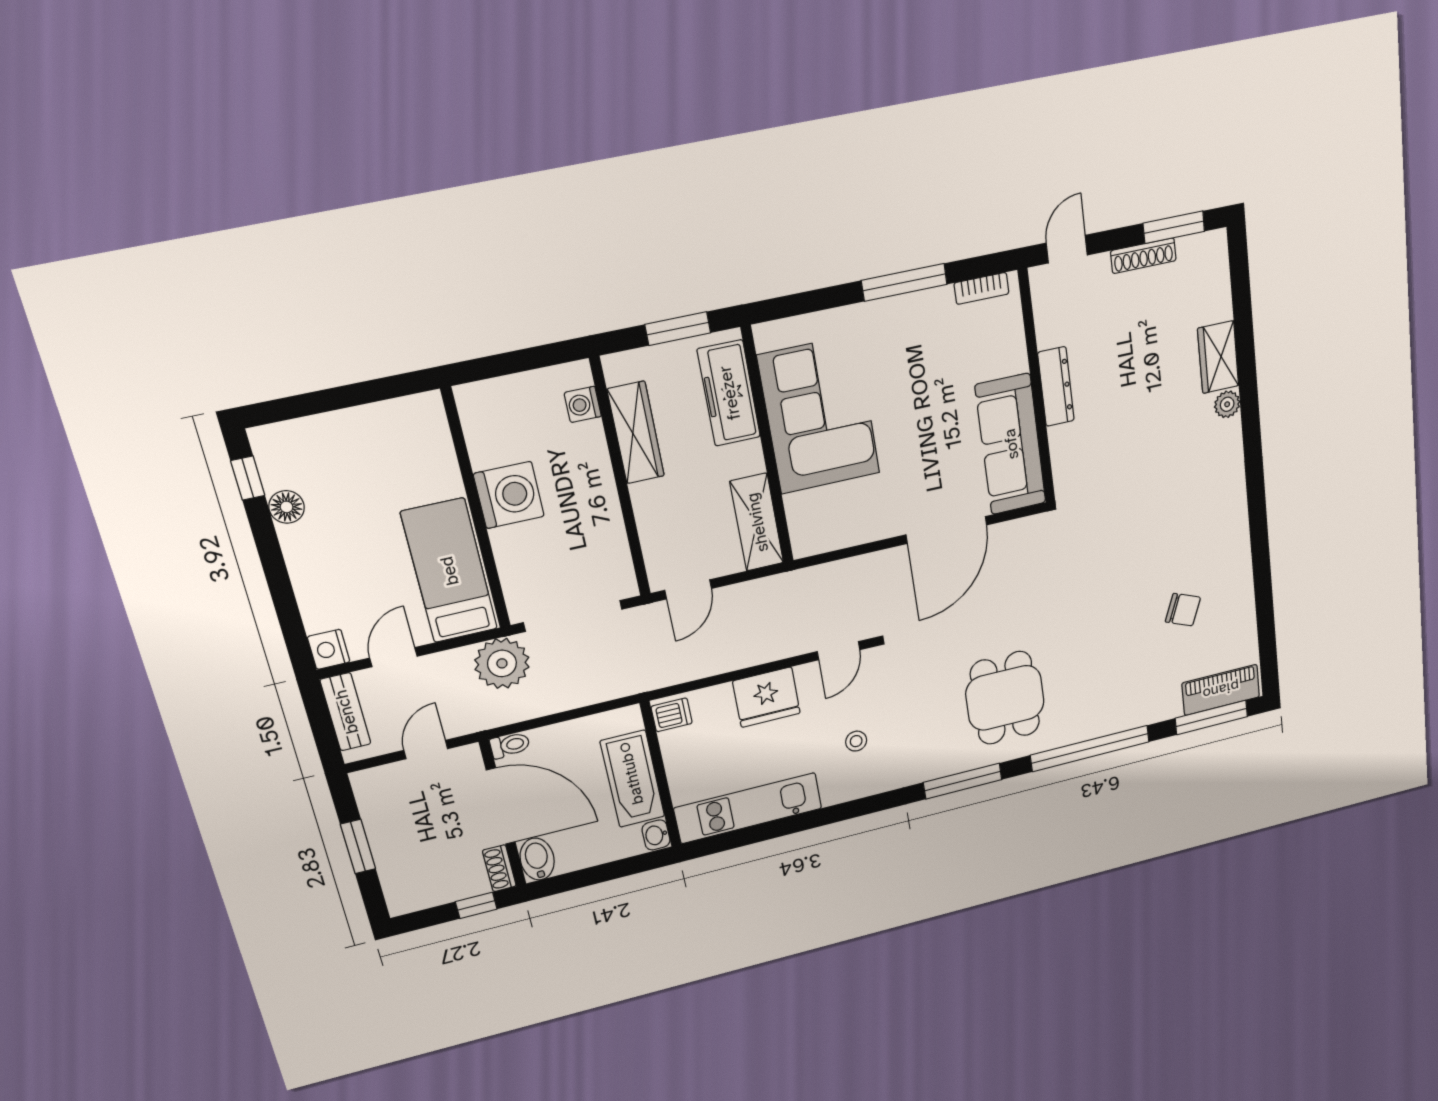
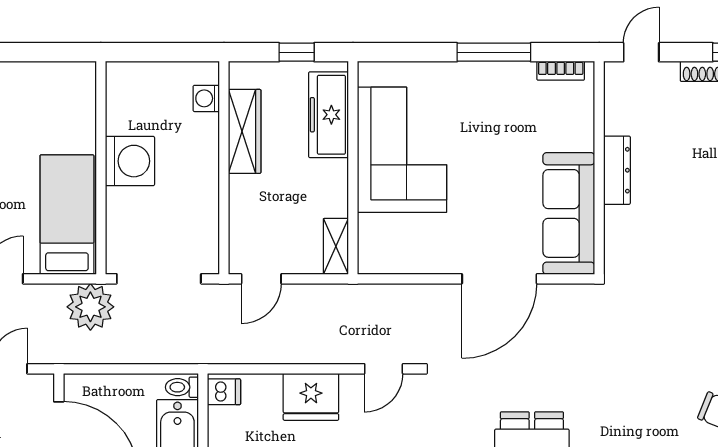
window: (678, 329) -> (297, 52), width x0.67
shelving: (757, 522) -> (336, 246), width x0.67, depth x0.75
toilet: (510, 745) -> (182, 387), moved, turned 180

